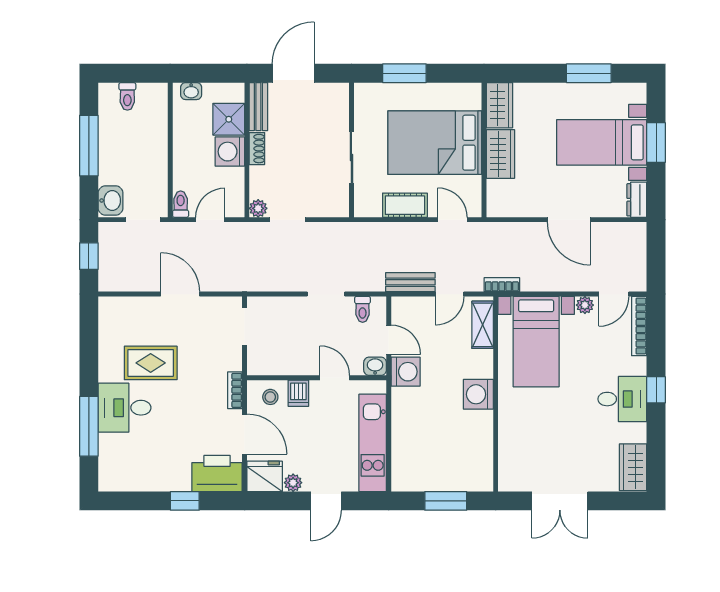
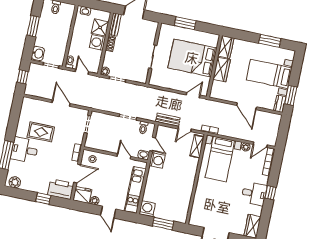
window: (656, 143) -> (291, 95), moved
window: (89, 146) -> (33, 26), width x0.69
cot: (405, 205) -> (173, 84), removed
door: (210, 220) -> (82, 72), hinge flipped
door: (452, 220) -> (193, 95), hinge flipped
dishwasher: (298, 393) -> (106, 160), removed
washing machine: (478, 394) -> (147, 209), moved, turned 90
door: (245, 434) -> (77, 174), hinge flipped
plant: (118, 480) -> (15, 182), added
door: (326, 501) -> (108, 212), hinge flipped

